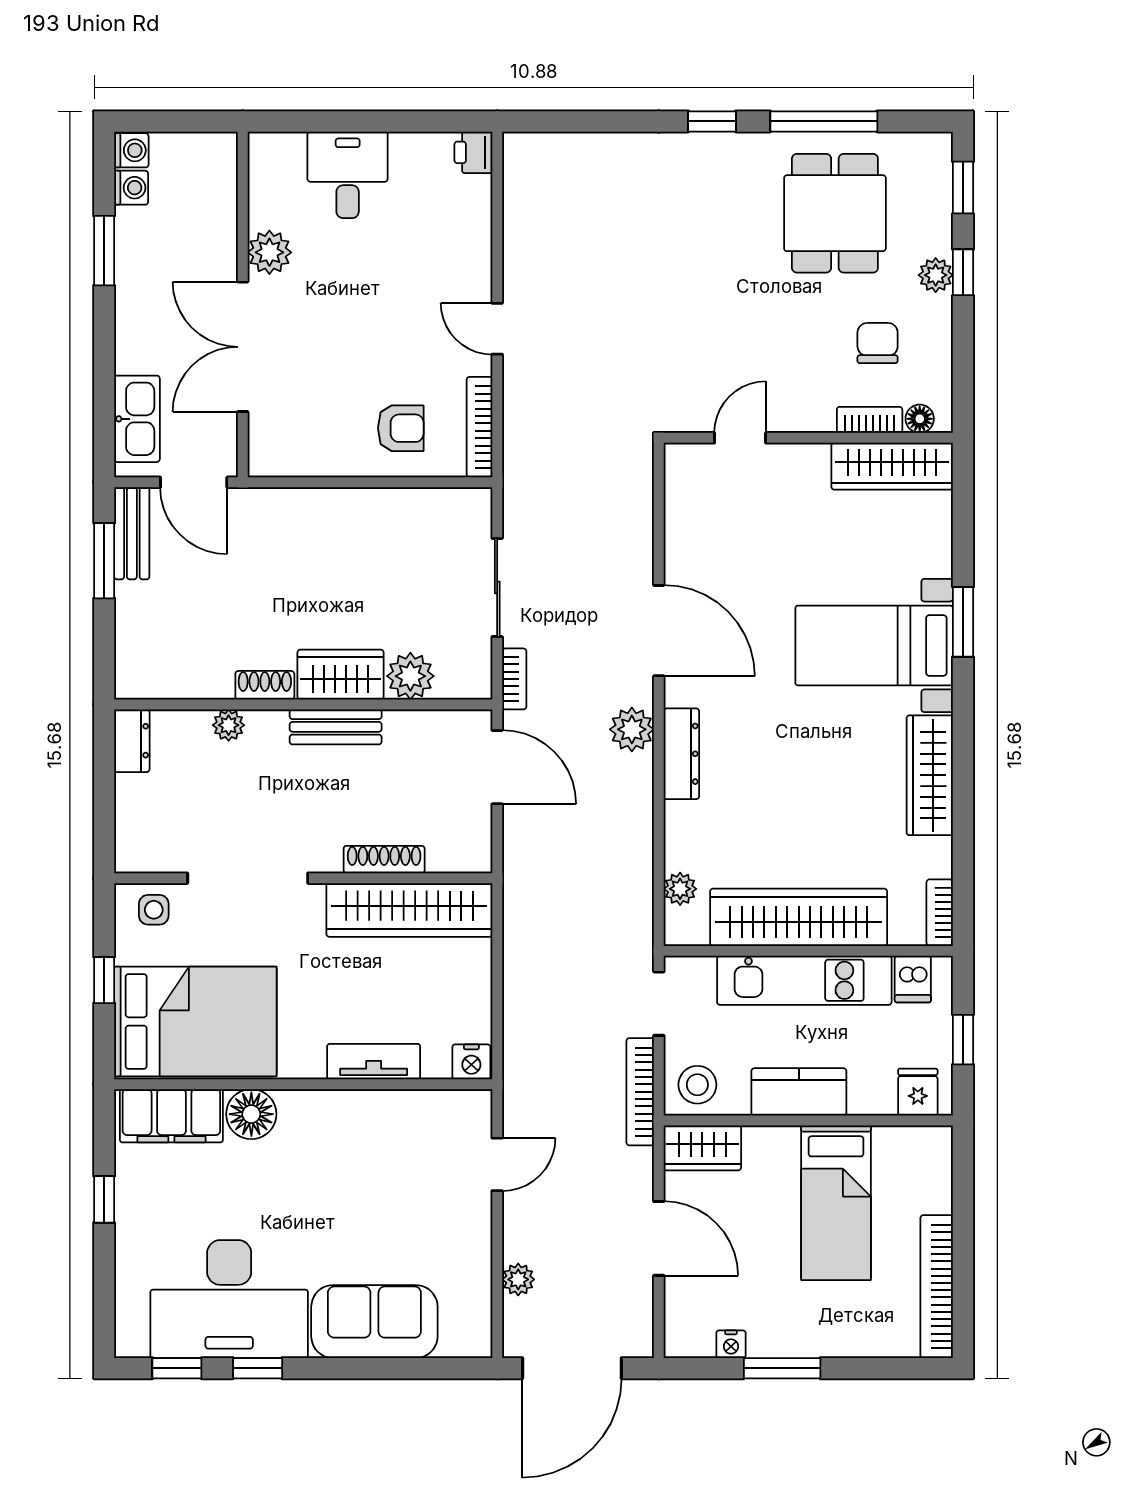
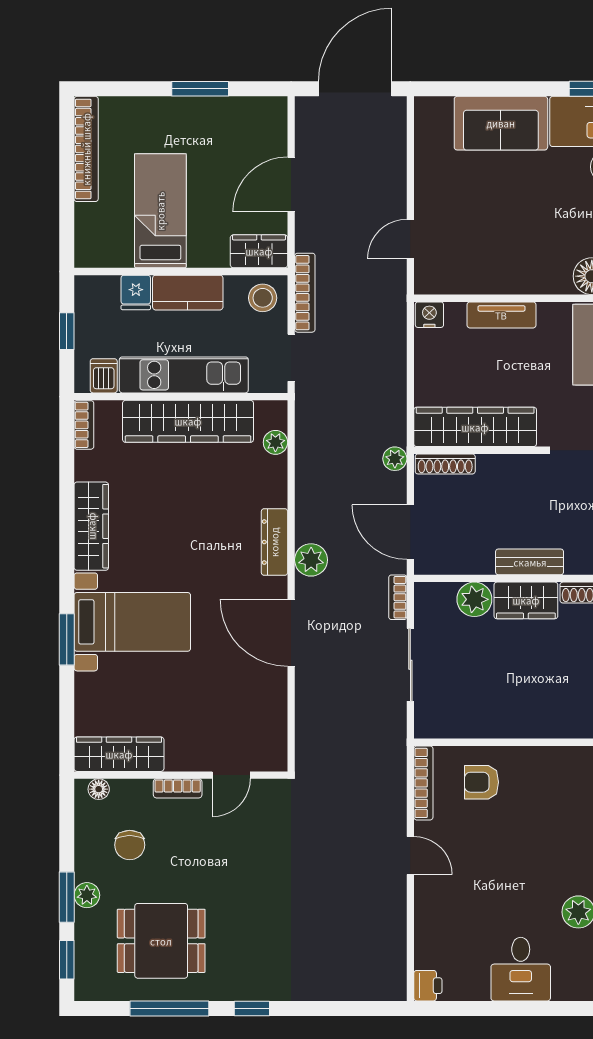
dining table: (835, 213) -> (161, 941), turned 90
window: (963, 272) -> (67, 897), width x1.50
bookcase: (870, 420) -> (178, 788), moved
shoe rack: (384, 860) -> (445, 464), moved
fridge: (918, 1092) -> (136, 292), moved
door: (659, 1238) -> (291, 184), hinge flipped
plant: (518, 1279) -> (395, 459), moved
nightstand: (731, 1344) -> (238, 106), removed

